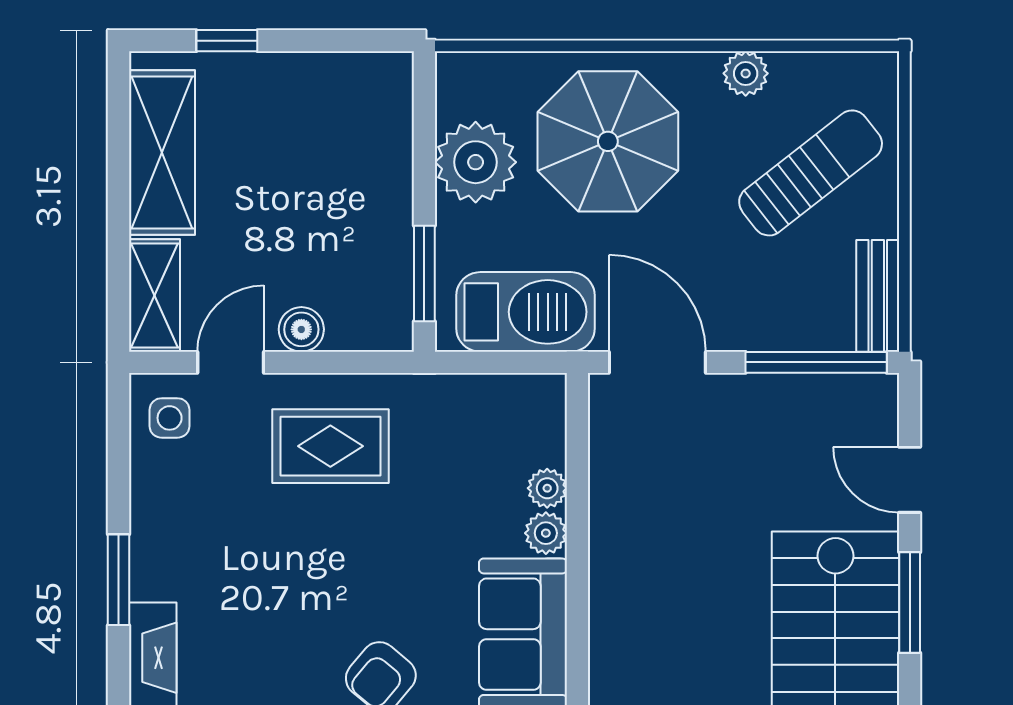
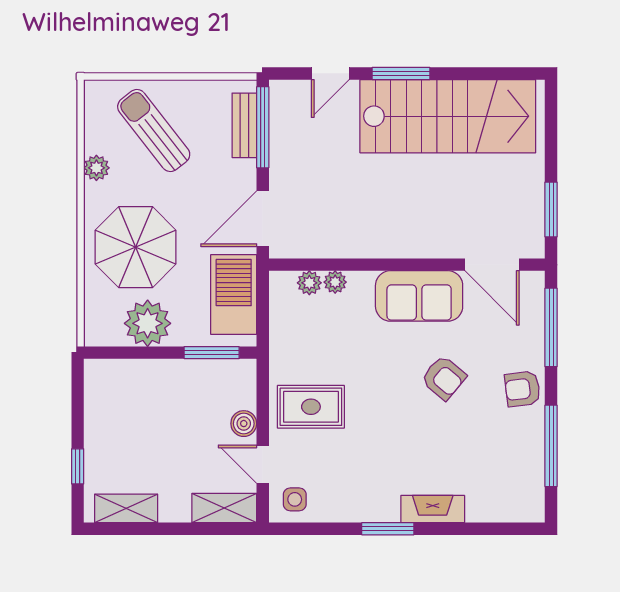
shelving: (162, 152) -> (126, 508), width x0.67, depth x0.75
bench: (878, 296) -> (244, 125), moved, turned 90
rug: (330, 446) -> (311, 407), turned 90
plant: (546, 533) -> (309, 283), moved

